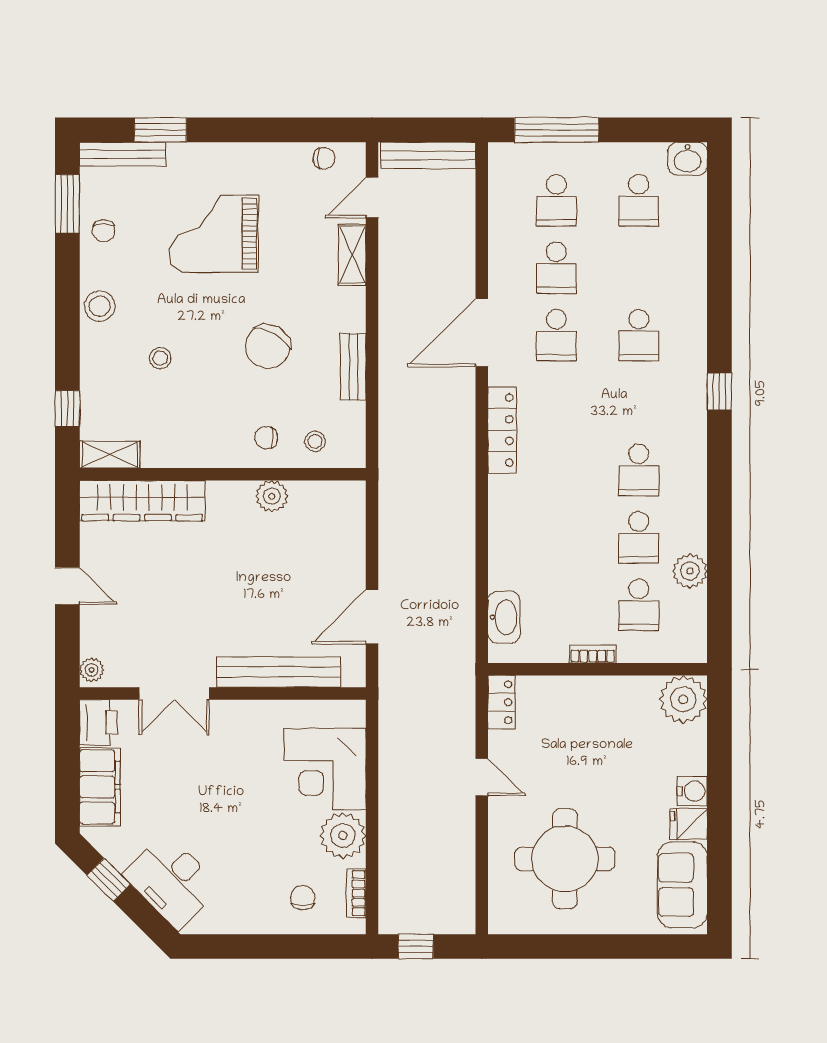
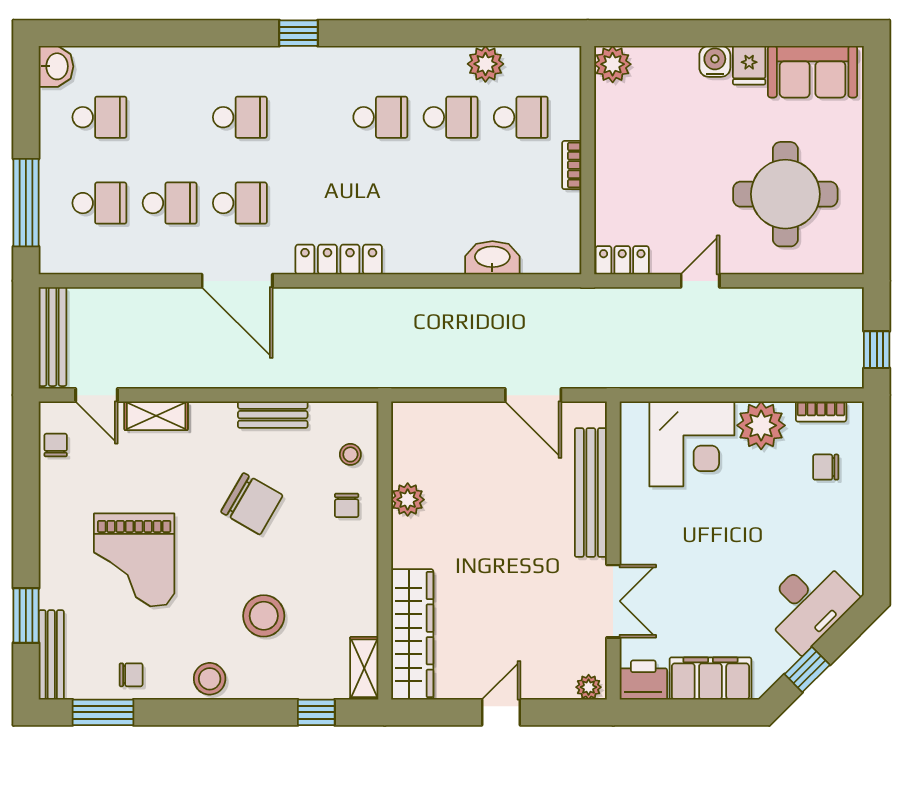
stool: (160, 358) -> (264, 616), width x1.89, depth x1.89
washbasin: (504, 617) -> (492, 258), moved
plant: (683, 699) -> (613, 64), width x0.73, depth x0.73

